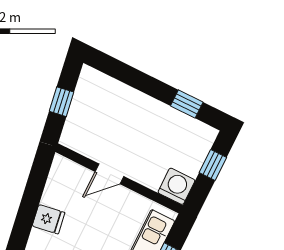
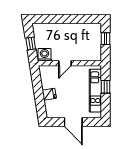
window: (187, 104) -> (82, 19), removed
washing machine: (176, 186) -> (44, 55), moved

